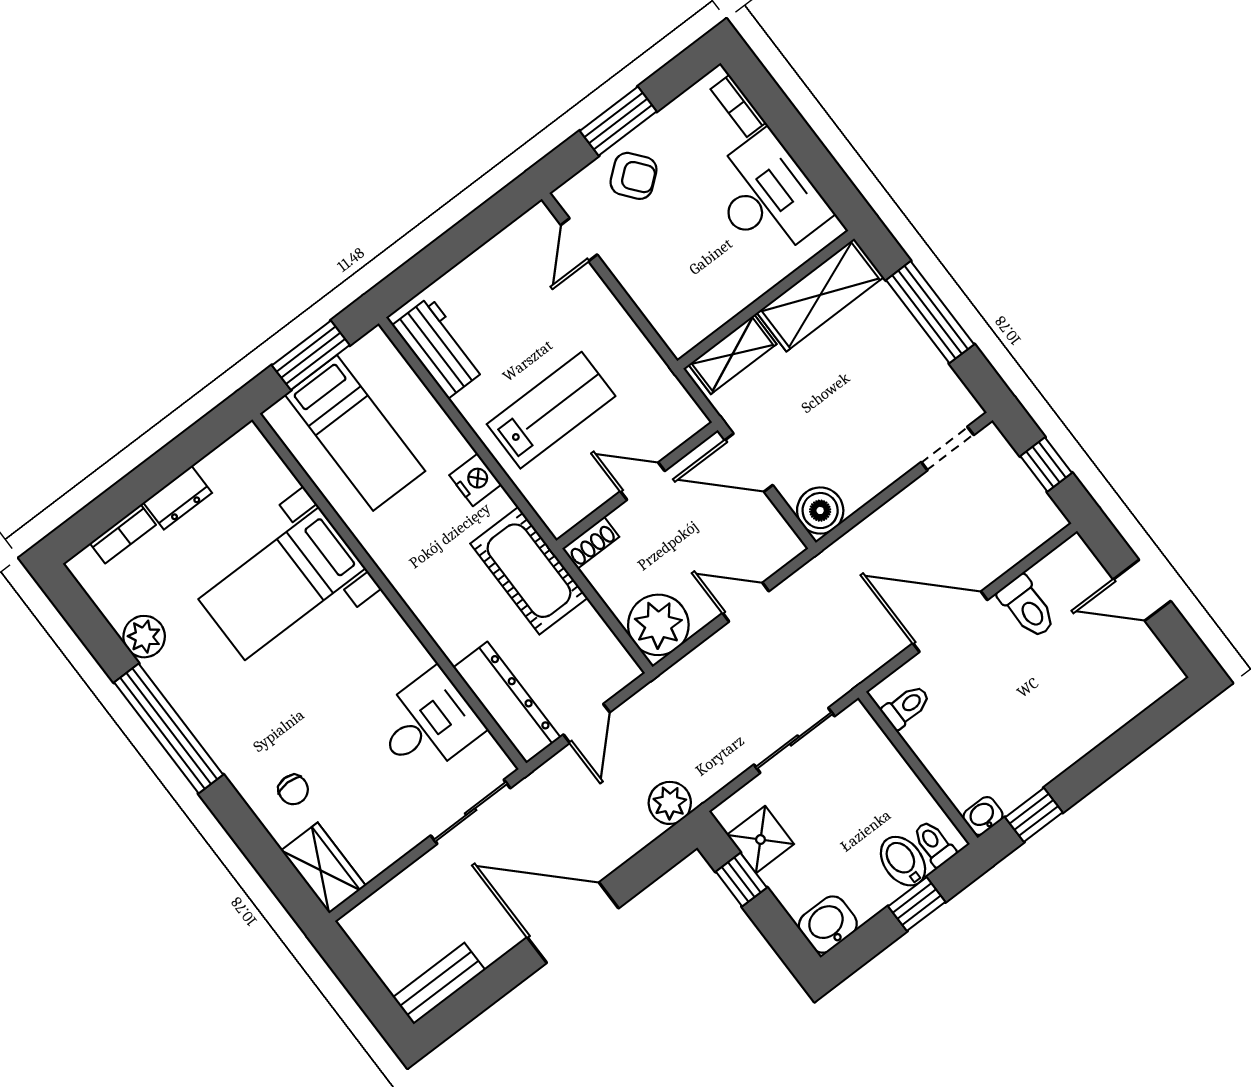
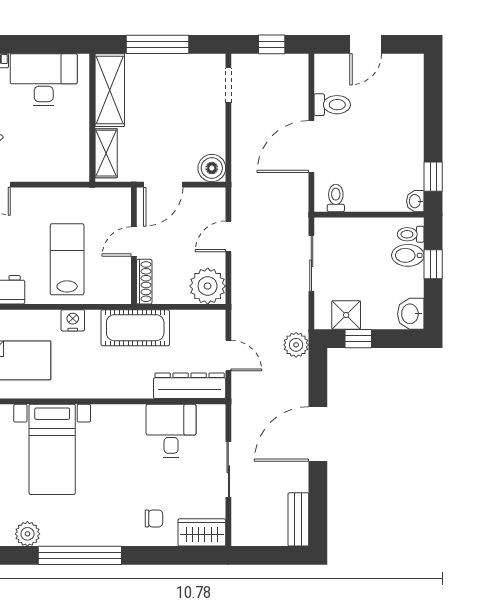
shoe rack: (591, 543) -> (144, 282), width x1.43
sliding door: (471, 812) -> (228, 469), moved

